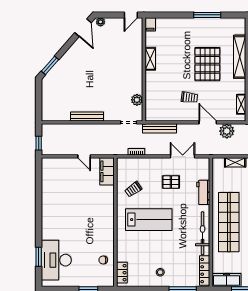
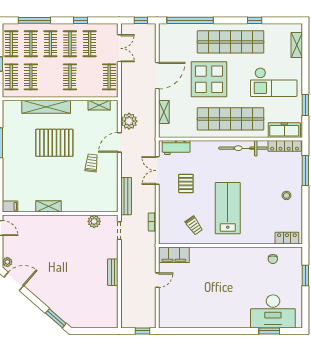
bench: (87, 117) -> (113, 272), width x0.73
workbench: (203, 192) -> (176, 147), moved
freezer: (226, 280) -> (284, 130), moved, turned 90

